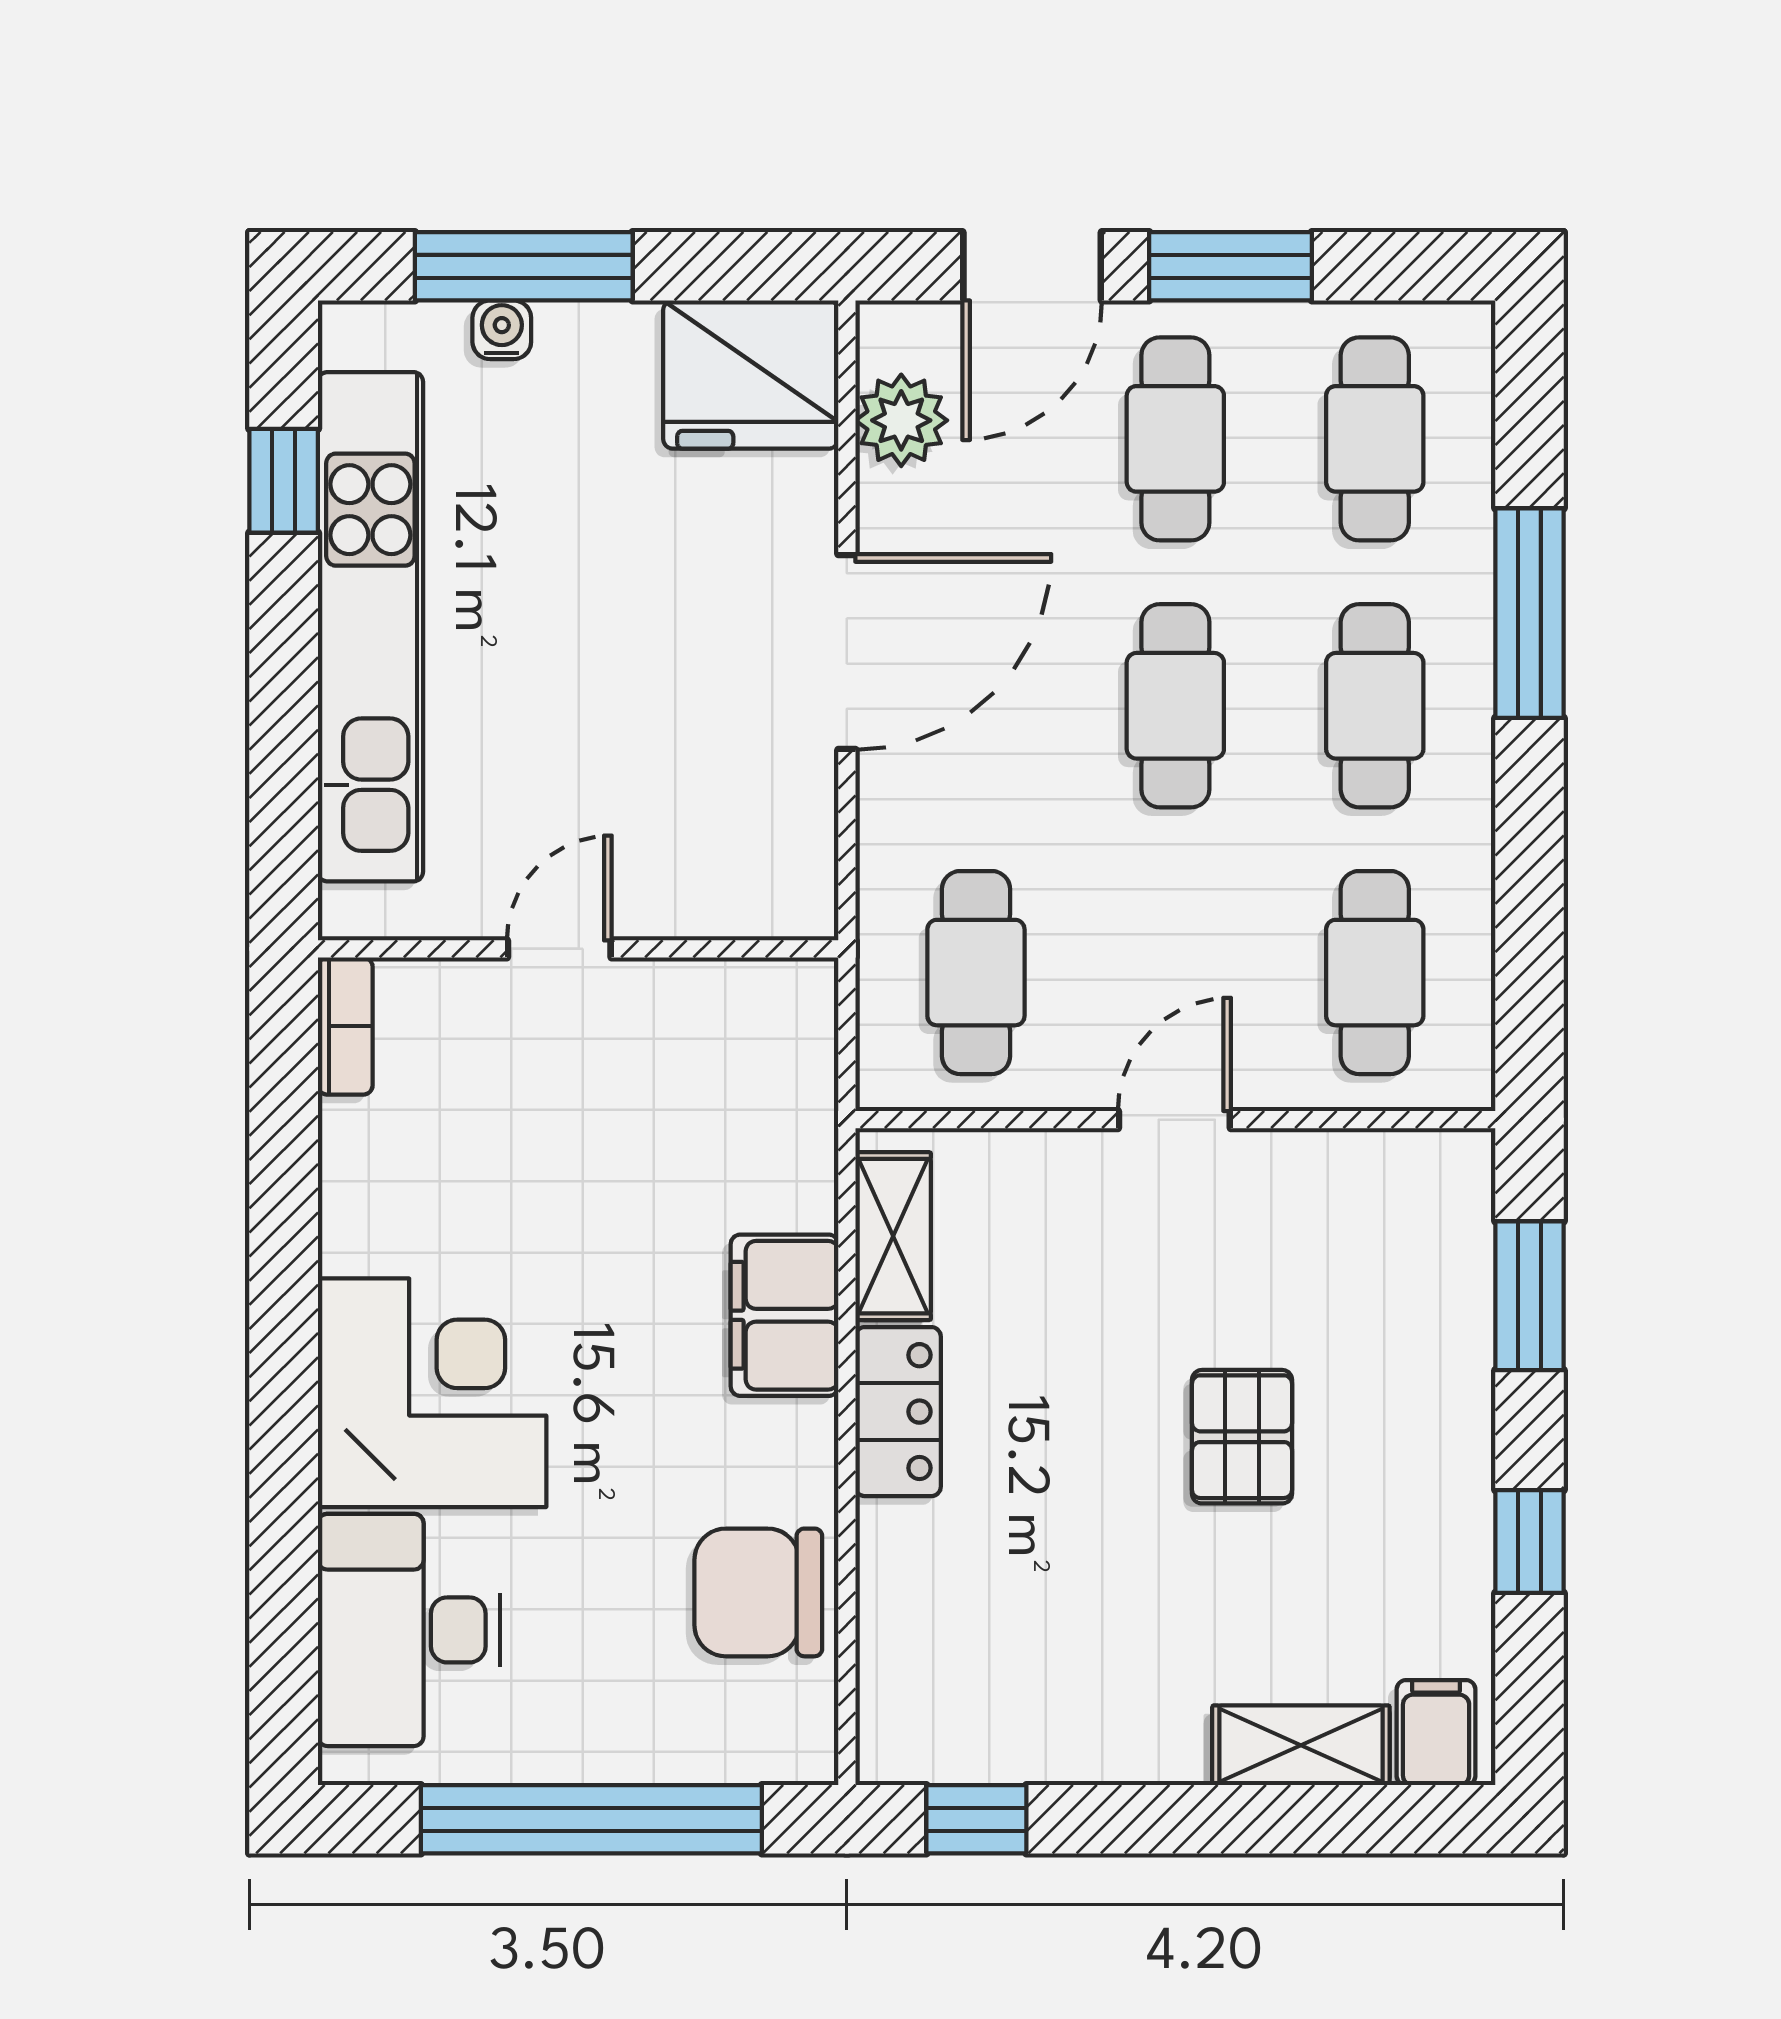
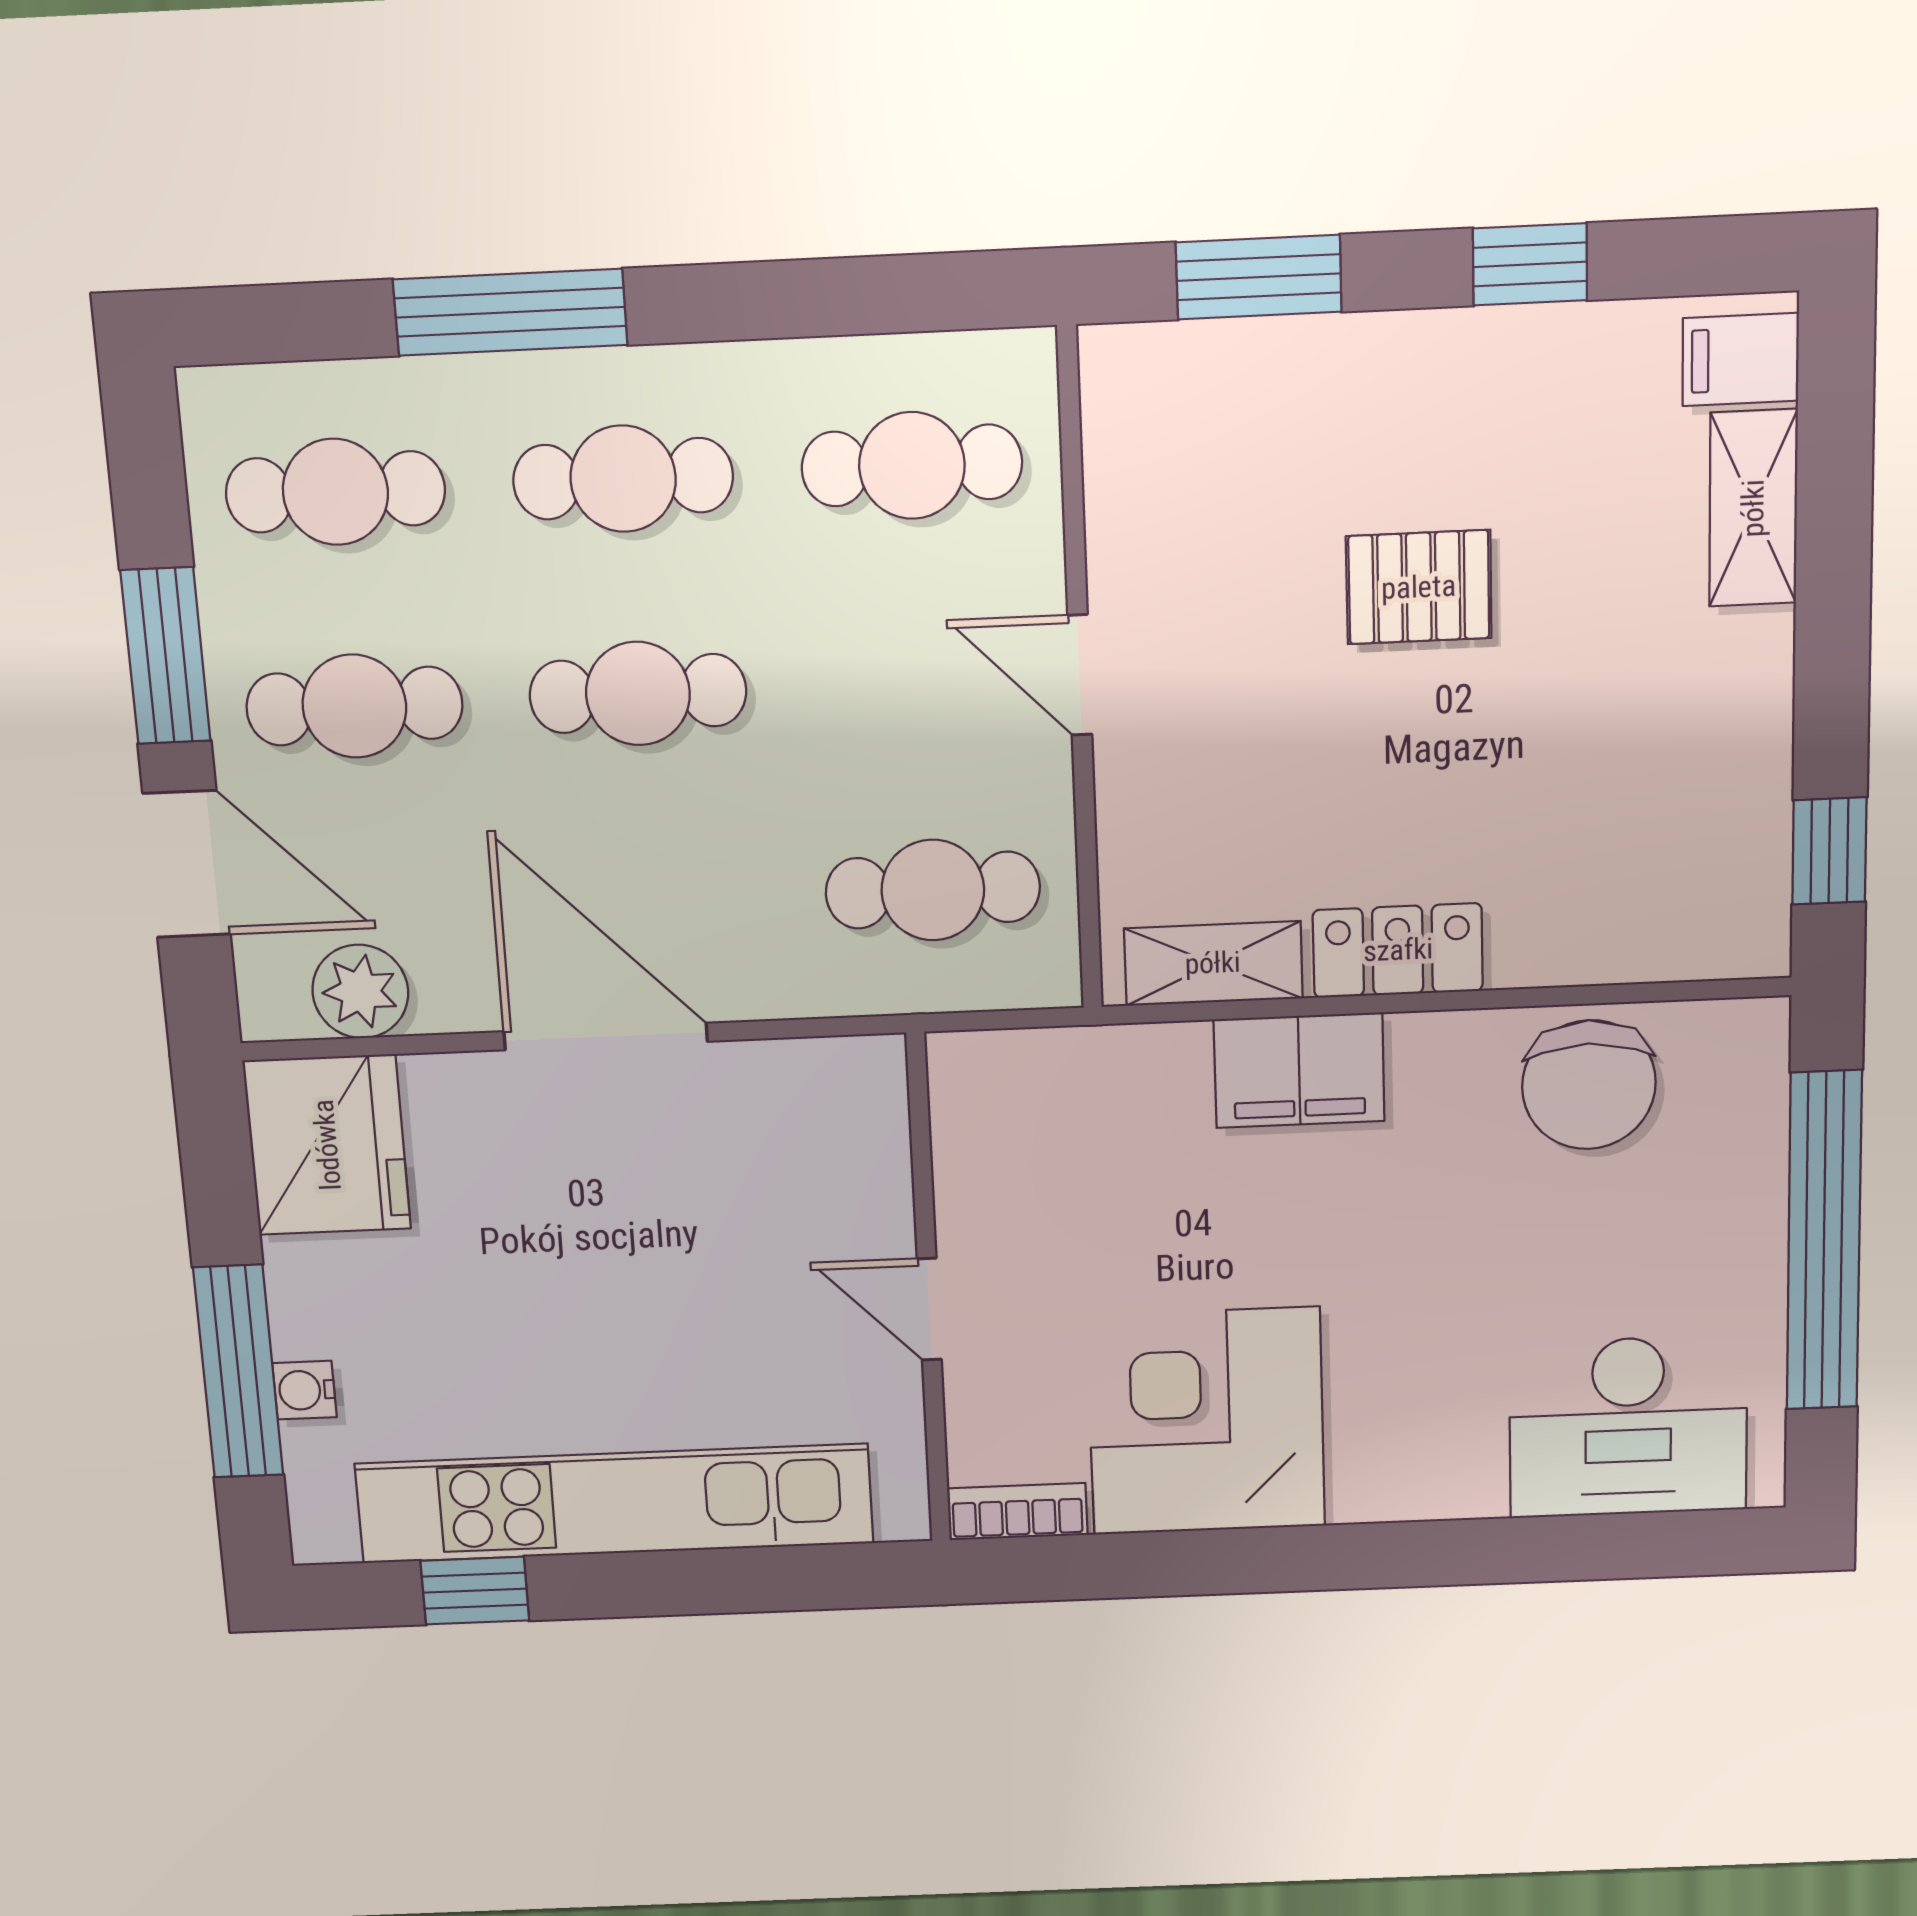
corner desk: (432, 1393) -> (1206, 1421), moved

